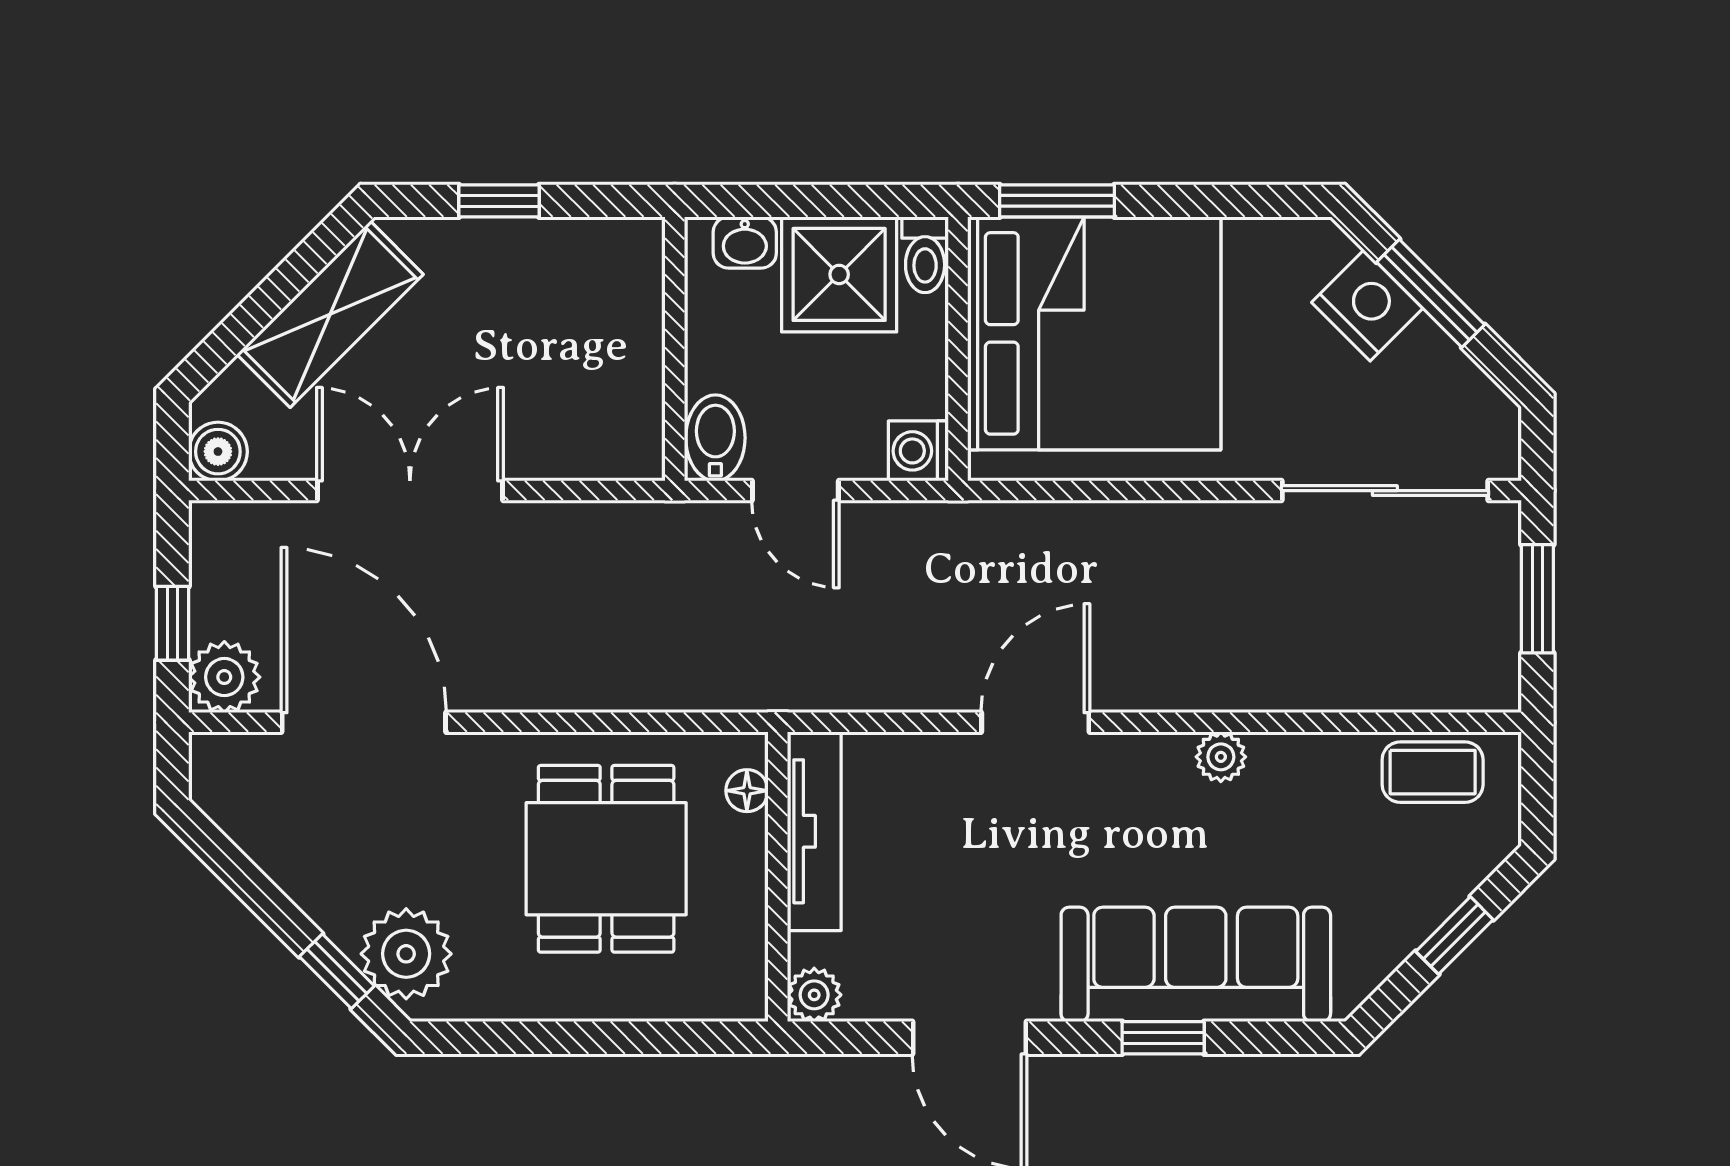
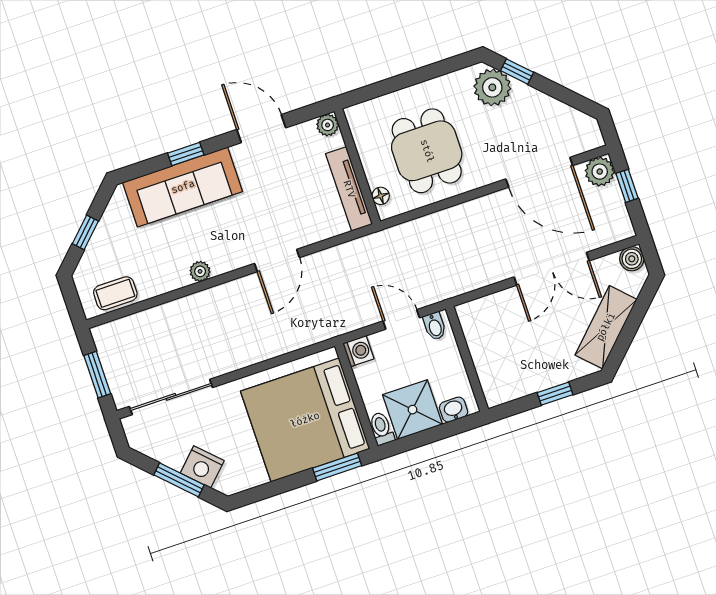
bidet: (715, 438) -> (435, 326), width x0.72, depth x0.74

